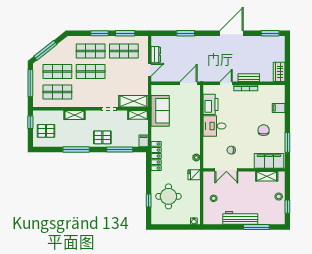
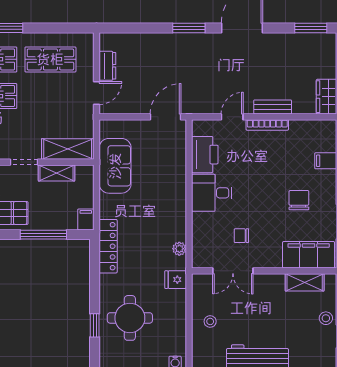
window: (125, 33) -> (53, 28), removed
window: (186, 33) -> (189, 28), moved
shelving: (138, 115) -> (57, 173), moved

